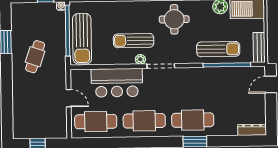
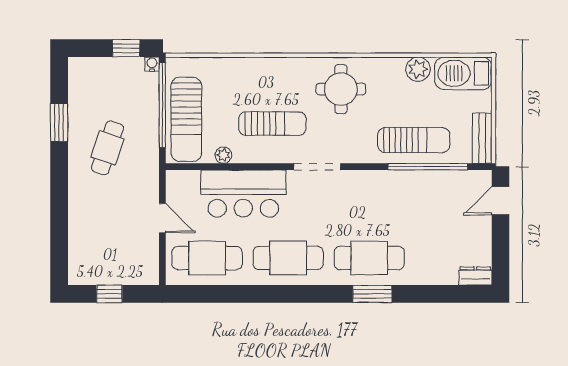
sun lounger: (134, 41) -> (272, 124), turned 180
plant: (140, 59) -> (223, 155), moved
dresser: (252, 130) -> (475, 276), width x0.70

